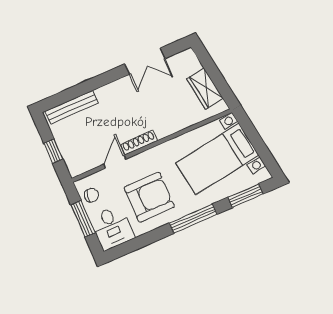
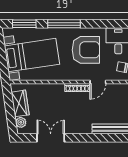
plant: (193, 64) -> (21, 122), added
armchair: (149, 197) -> (86, 50), turned 180

